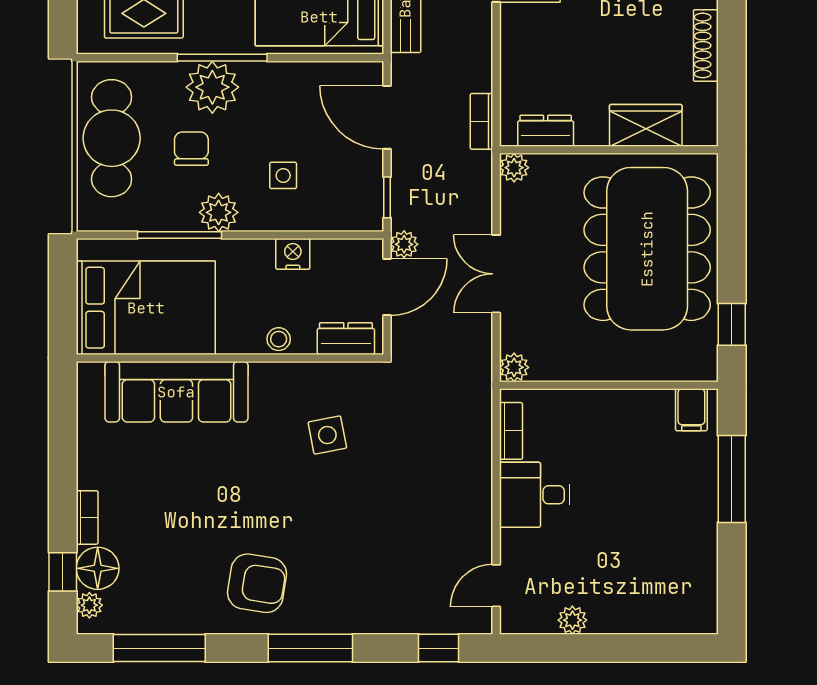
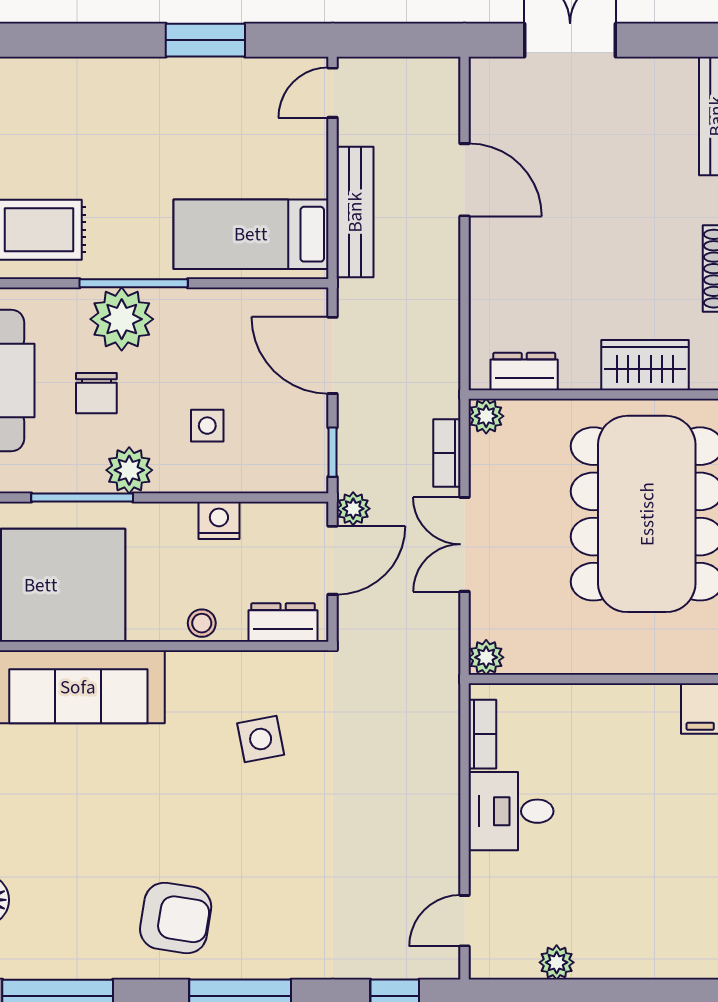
bookcase: (482, 121) -> (447, 453), moved
chair: (191, 149) -> (96, 393), turned 180

